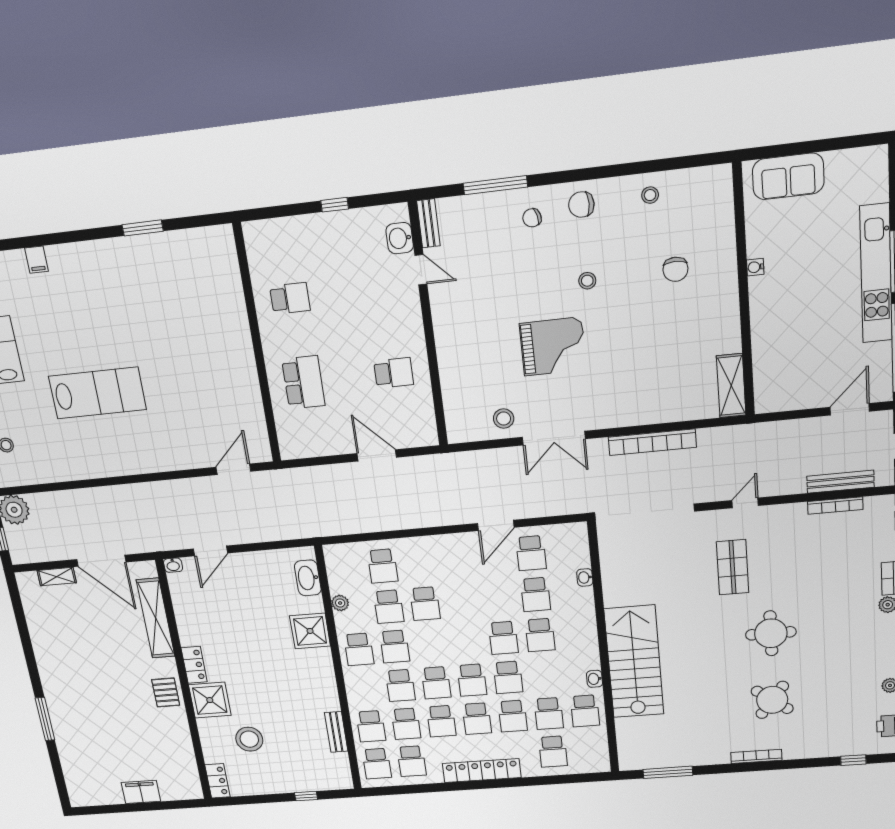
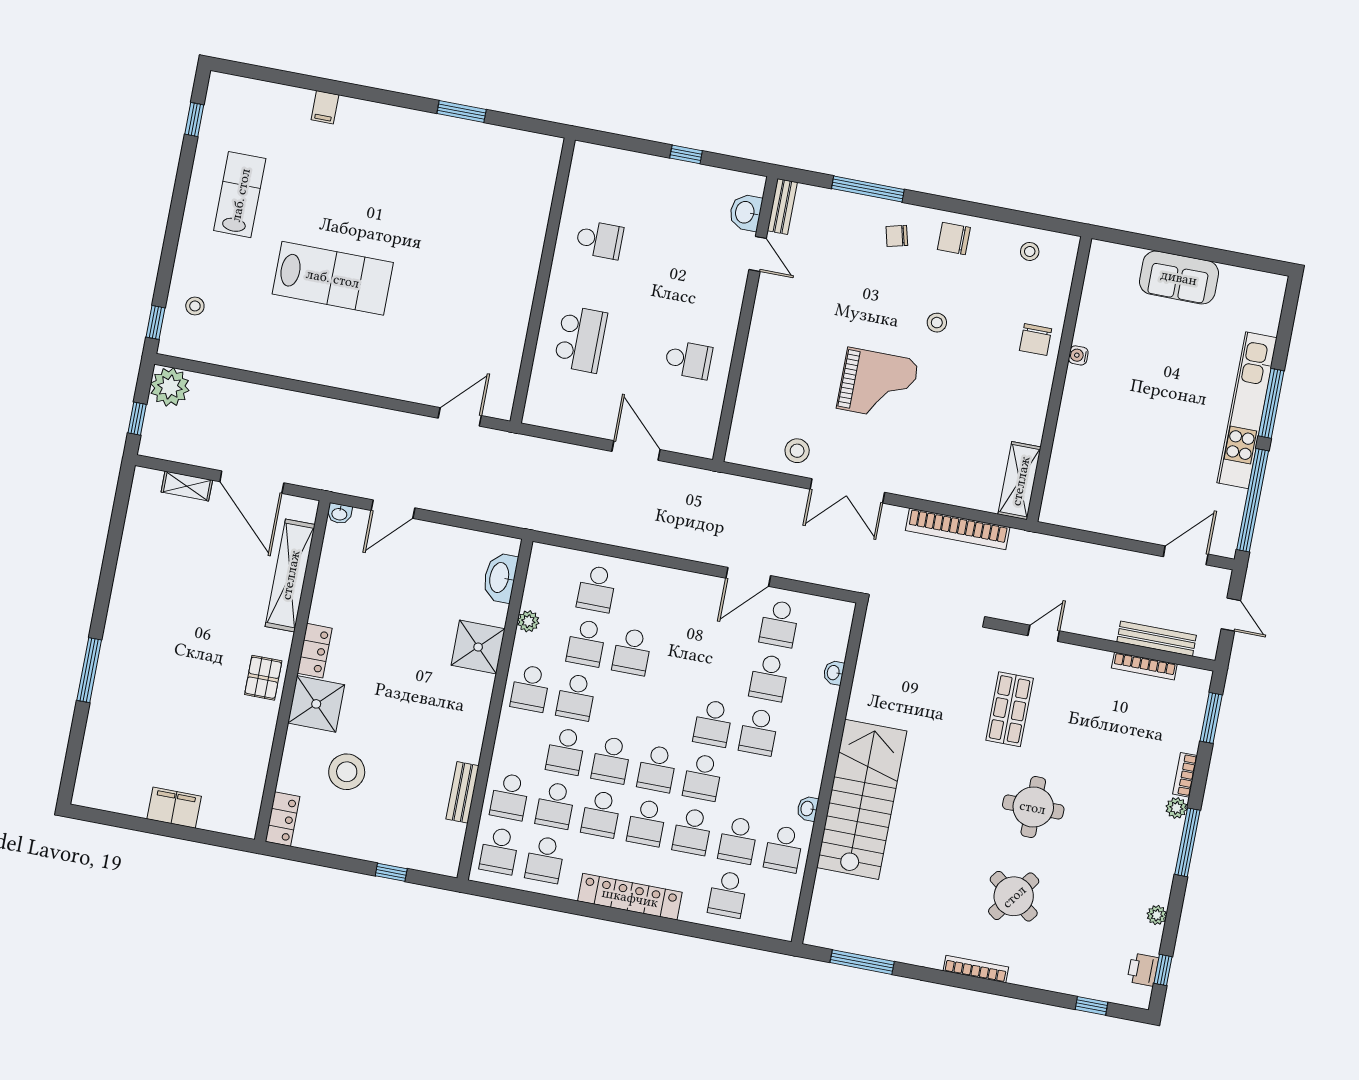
water cooler: (755, 267) -> (1078, 355), moved
wall: (744, 292) -> (1059, 379), moved
shelving: (731, 386) -> (1020, 481), moved

